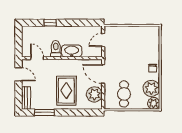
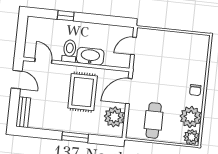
door: (103, 74) -> (129, 91), hinge flipped
rug: (66, 91) -> (83, 92), moved
window: (44, 112) -> (75, 137), moved

